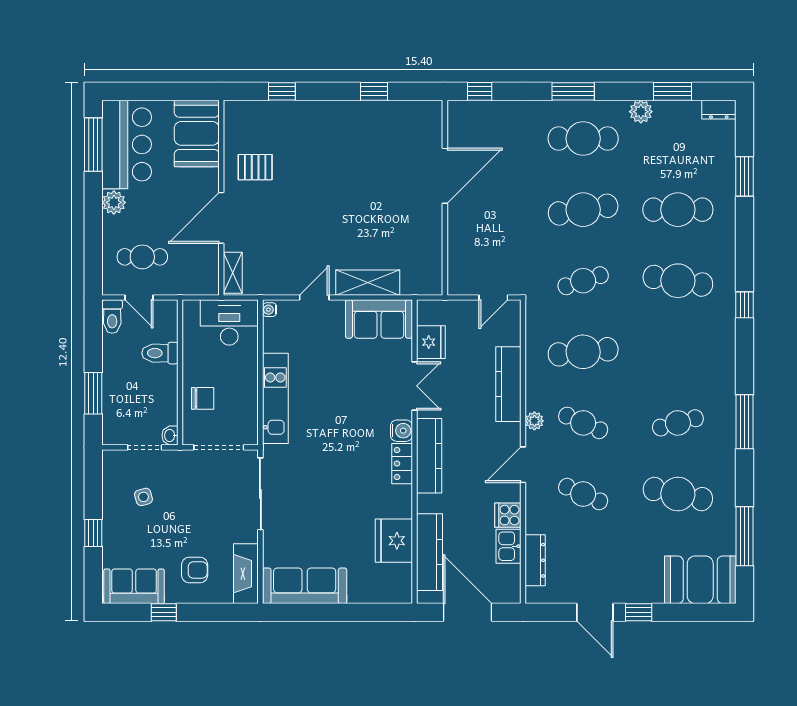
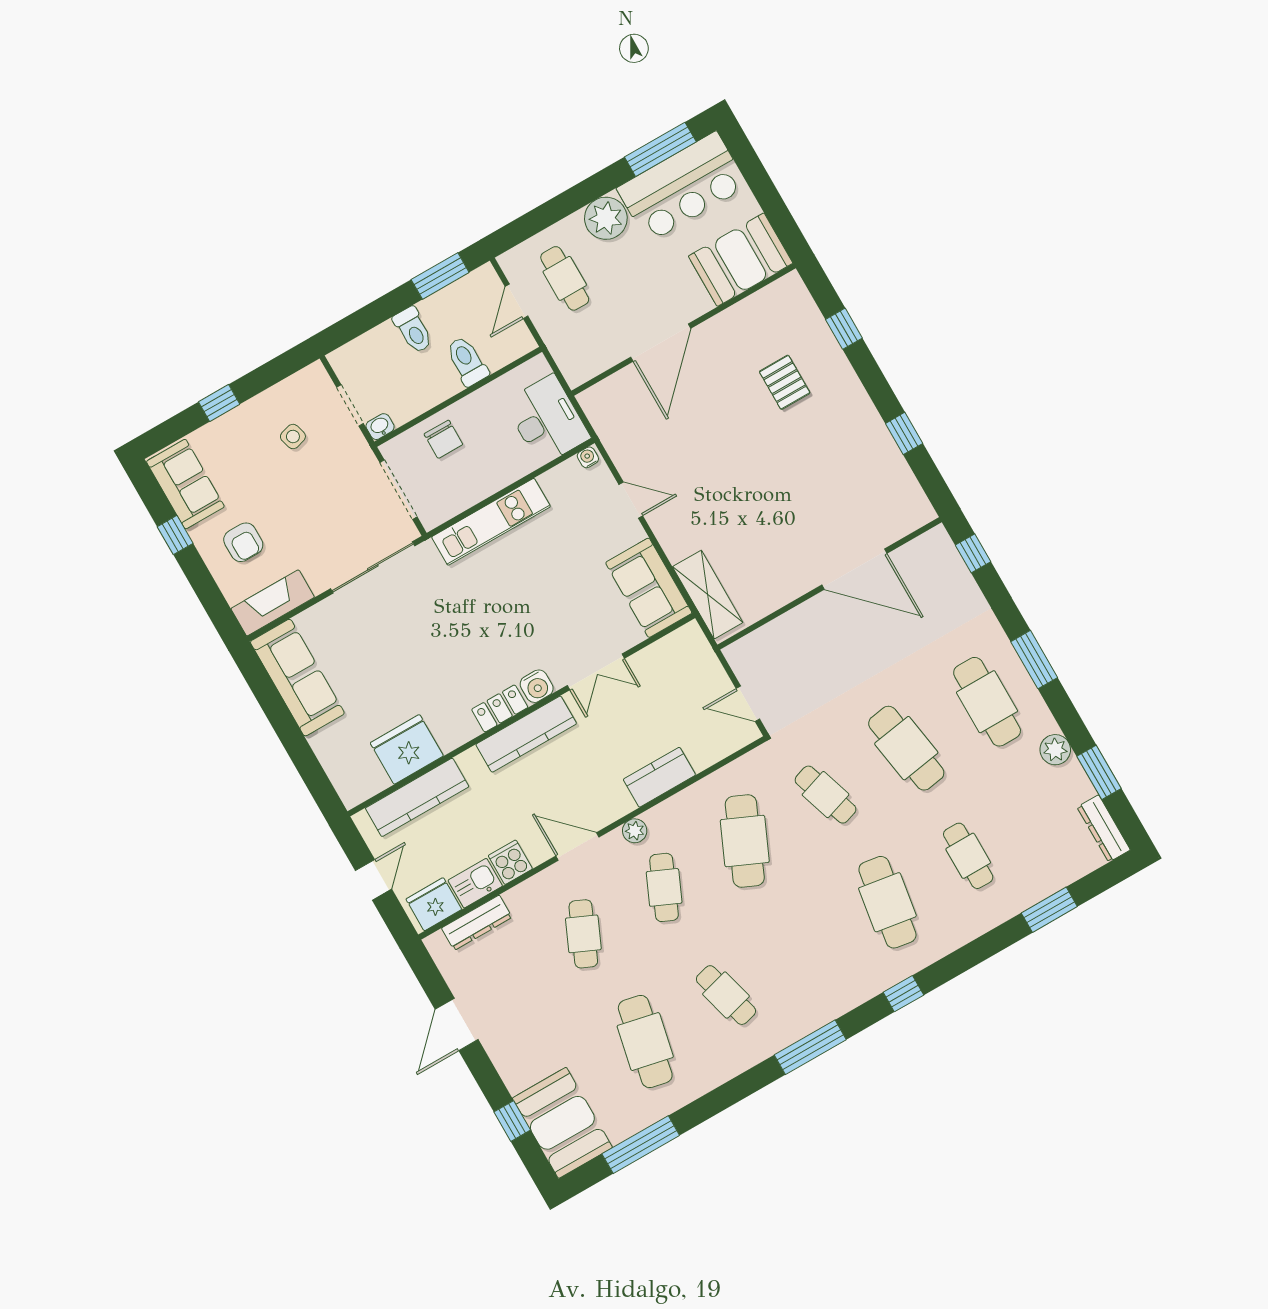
dresser: (719, 110) -> (1104, 828), width x1.44
pallet: (255, 167) -> (785, 382), moved
plant: (114, 202) -> (606, 218), width x1.36, depth x1.36
cafe table: (678, 210) -> (968, 856), width x0.73, depth x0.74
door: (221, 218) -> (661, 343), swing flipped
shelving: (233, 273) -> (606, 392), removed
shelving: (368, 283) -> (708, 595), moved
toilet: (112, 317) -> (413, 330), moved, turned -90
fridge: (431, 342) -> (434, 904), moved, turned 180
cafe table: (583, 352) -> (745, 841), turned 30
kitchen counter: (508, 384) -> (659, 777), width x0.67
window: (93, 393) -> (440, 276), moved
window: (744, 422) -> (810, 1047), moved
door: (468, 612) -> (373, 880), width x0.53
window: (639, 612) -> (512, 1121), moved

